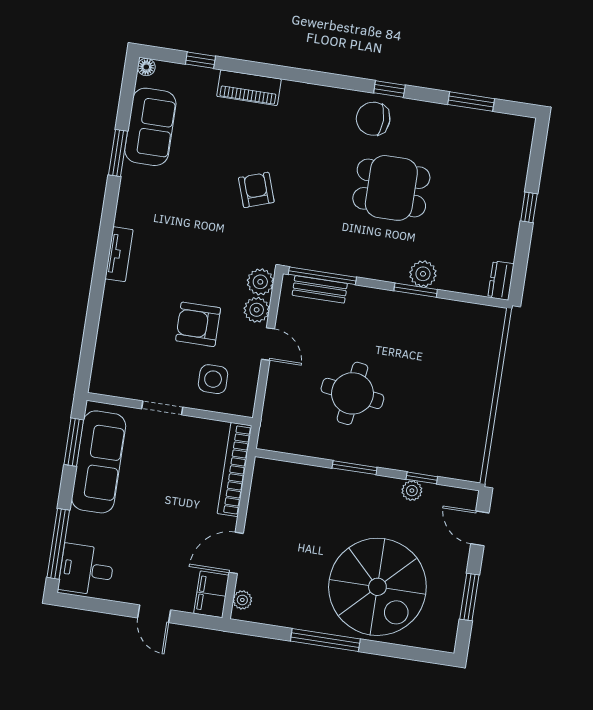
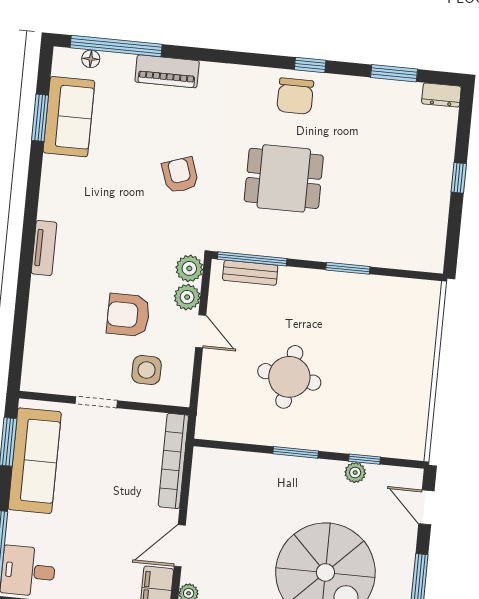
window: (200, 60) -> (116, 46), width x3.17
floor lamp: (146, 67) -> (91, 59), moved
chair: (373, 119) -> (295, 96), turned -90
window: (118, 153) -> (40, 118), moved
dining table: (391, 188) -> (284, 178), moved
plant: (423, 274) -> (355, 251), removed
dresser: (501, 281) -> (441, 95), moved, turned -90

